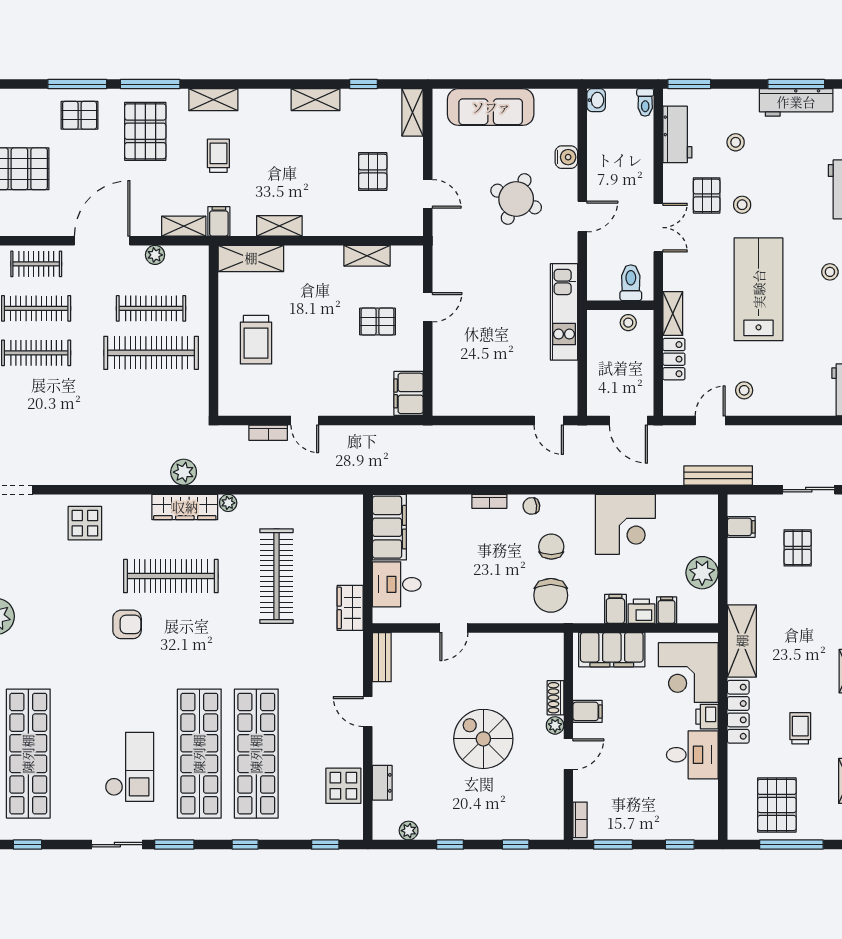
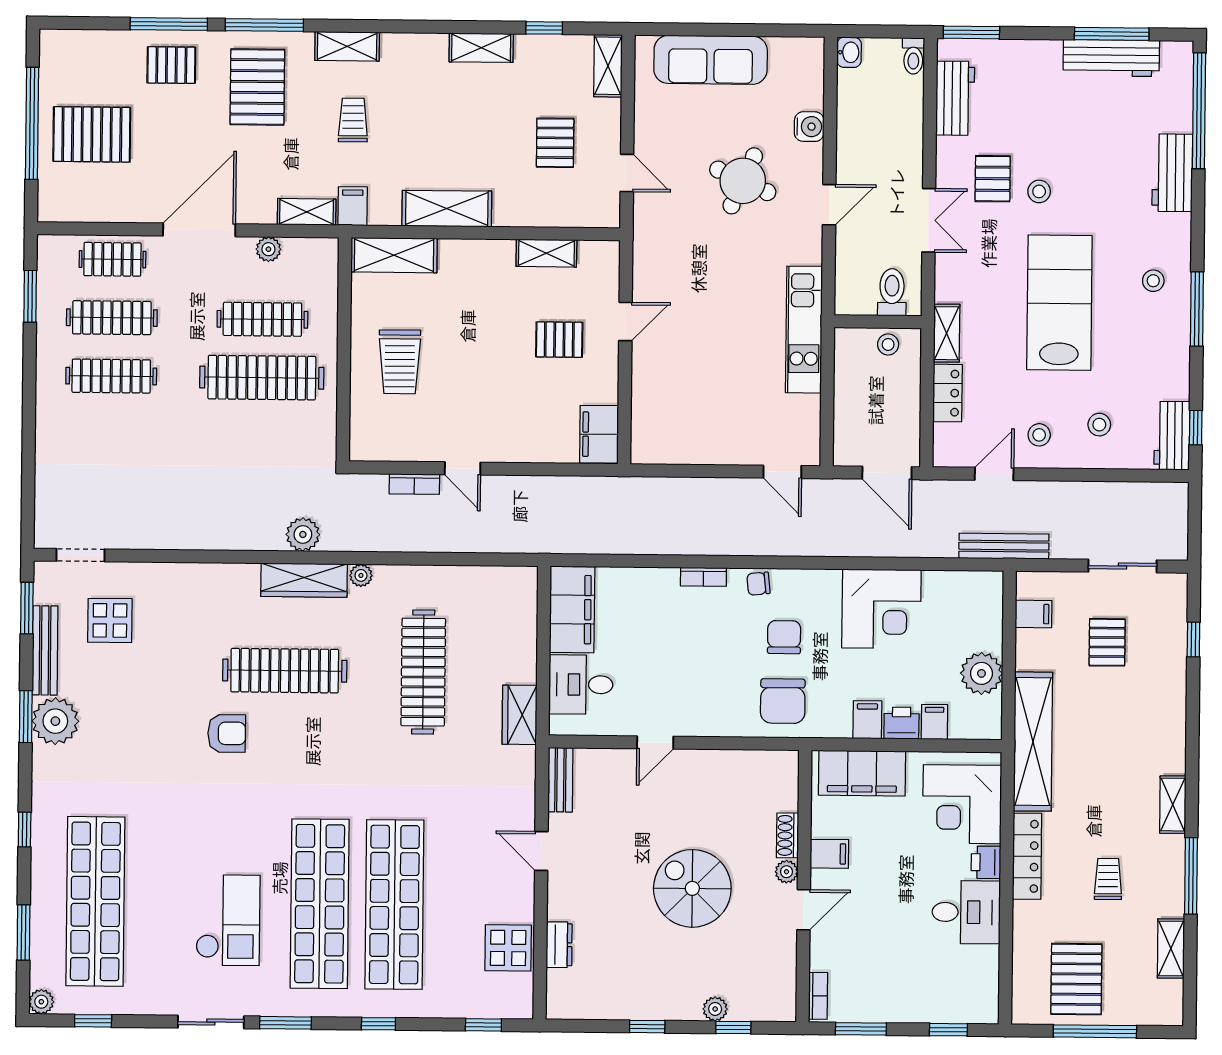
stool: (736, 142) -> (1099, 425), moved
shelving: (279, 226) -> (447, 209), width x1.50, depth x1.33
display table: (85, 523) -> (110, 620), moved
shelving: (742, 641) -> (1033, 742), width x1.47
plant: (409, 831) -> (715, 1009), moved

